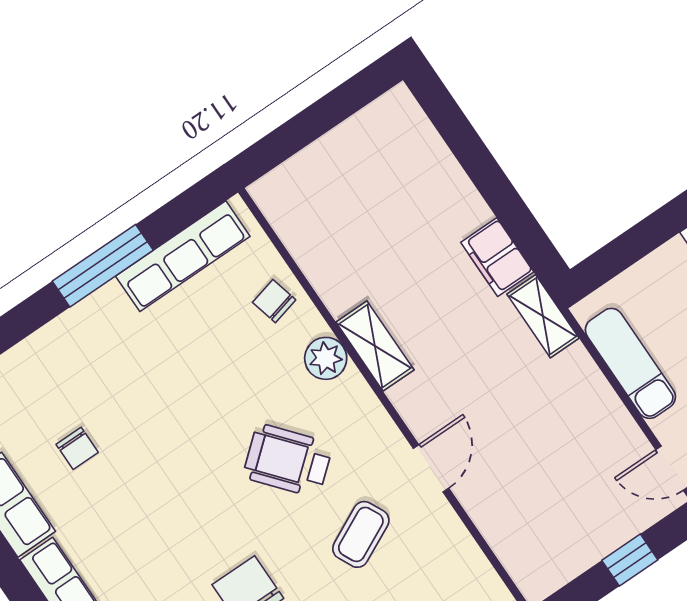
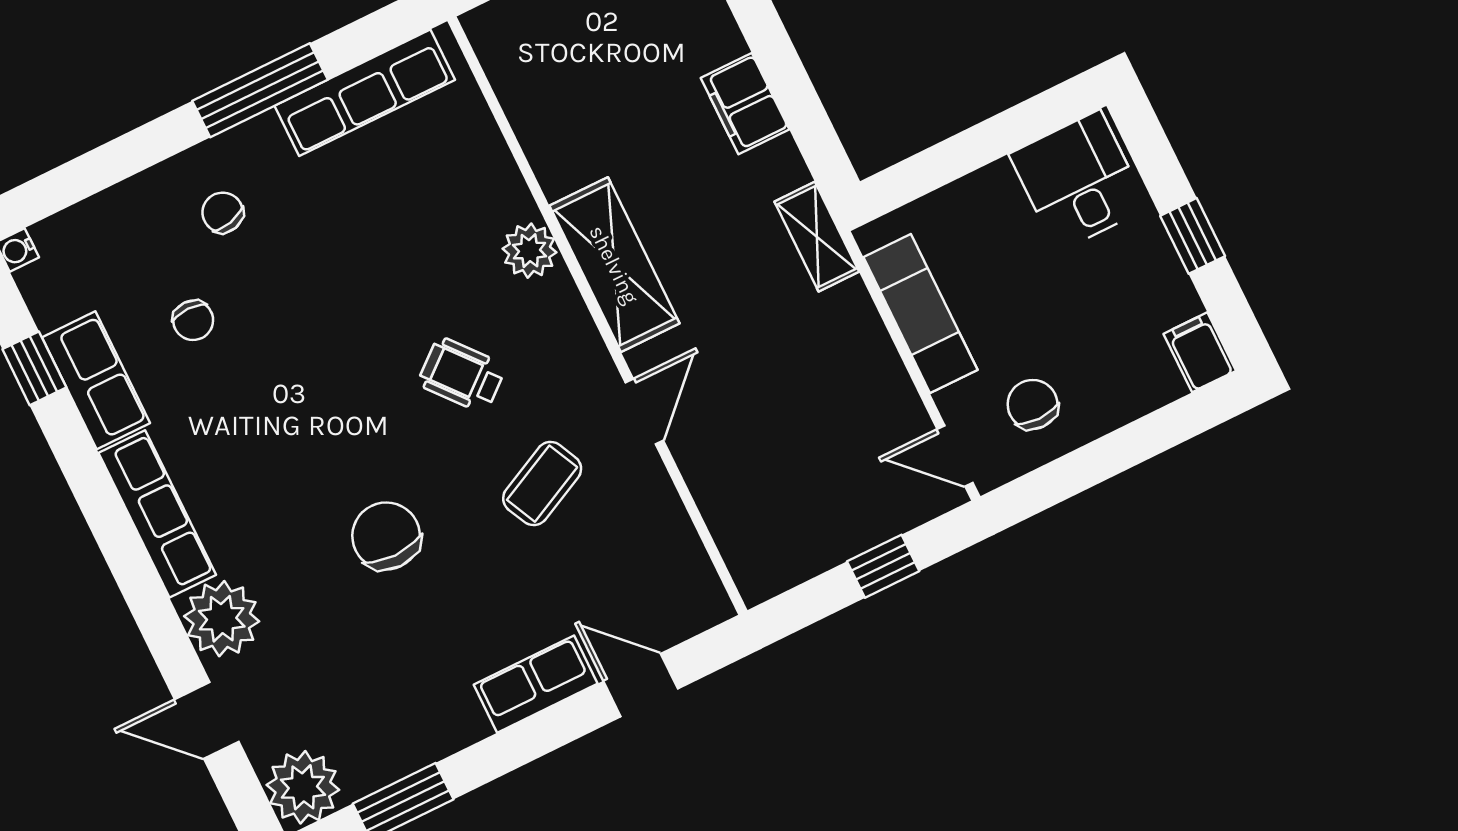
filing cabinet: (497, 257) -> (745, 104), moved
chair: (274, 301) -> (223, 213), moved
shelving: (375, 346) -> (614, 265), width x1.50, depth x1.33
wheelchair: (288, 460) -> (462, 375), width x0.73, depth x0.73

